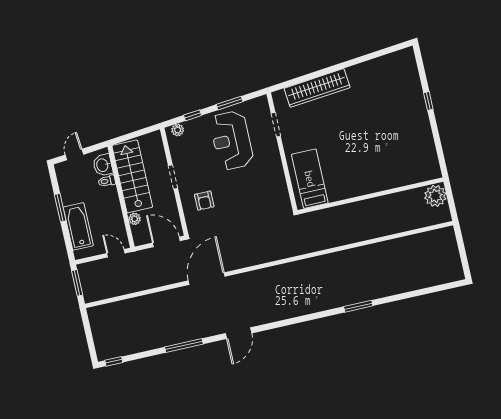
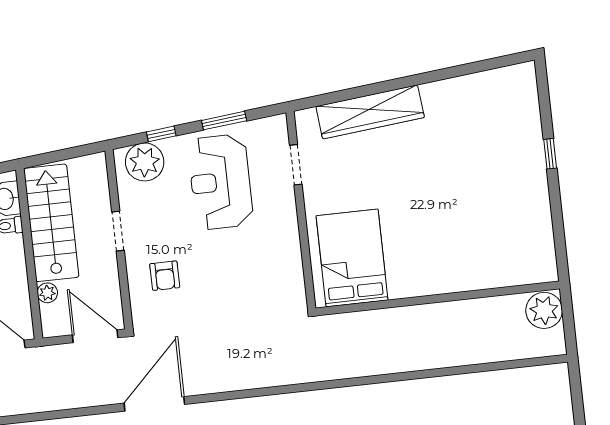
plant: (178, 130) -> (145, 162), width x1.87, depth x1.87
bed: (310, 179) -> (352, 258), width x1.50

